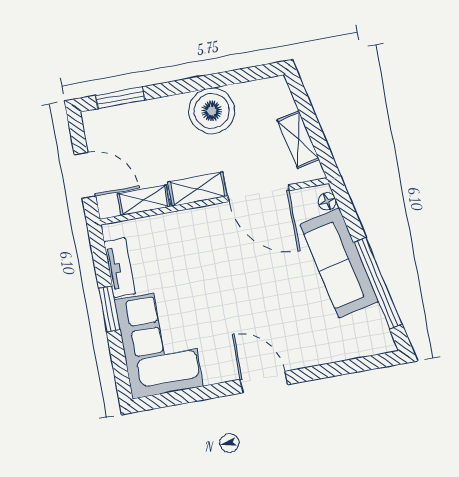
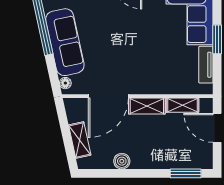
boiler: (212, 111) -> (122, 161), width x0.54, depth x0.54
shelving: (298, 140) -> (80, 140), moved
door: (259, 193) -> (108, 96), swing flipped

